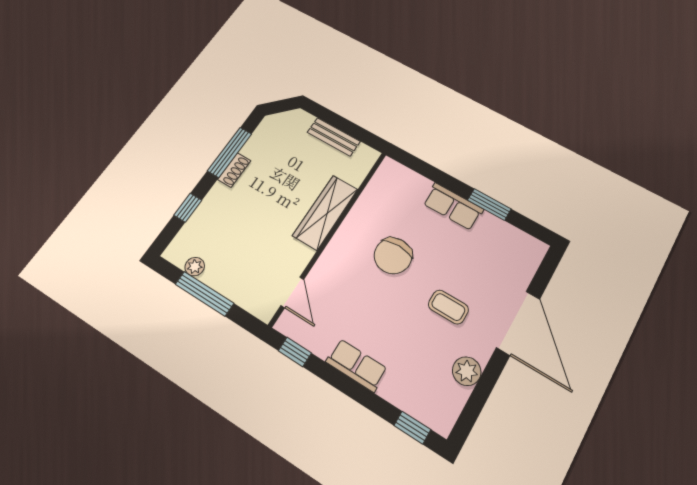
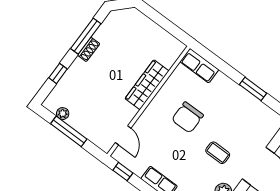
bench: (334, 137) -> (156, 31), removed
row of seats: (453, 206) -> (199, 66), moved

